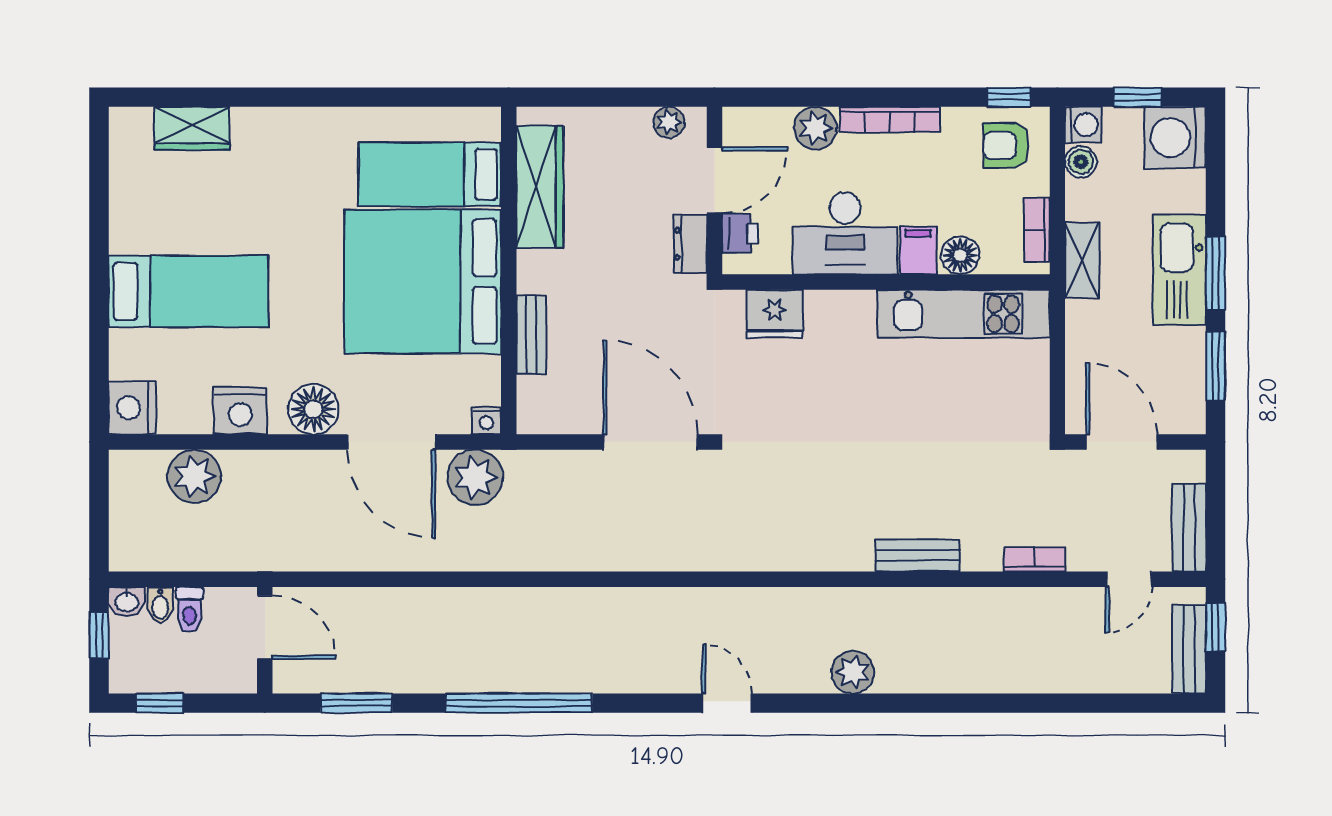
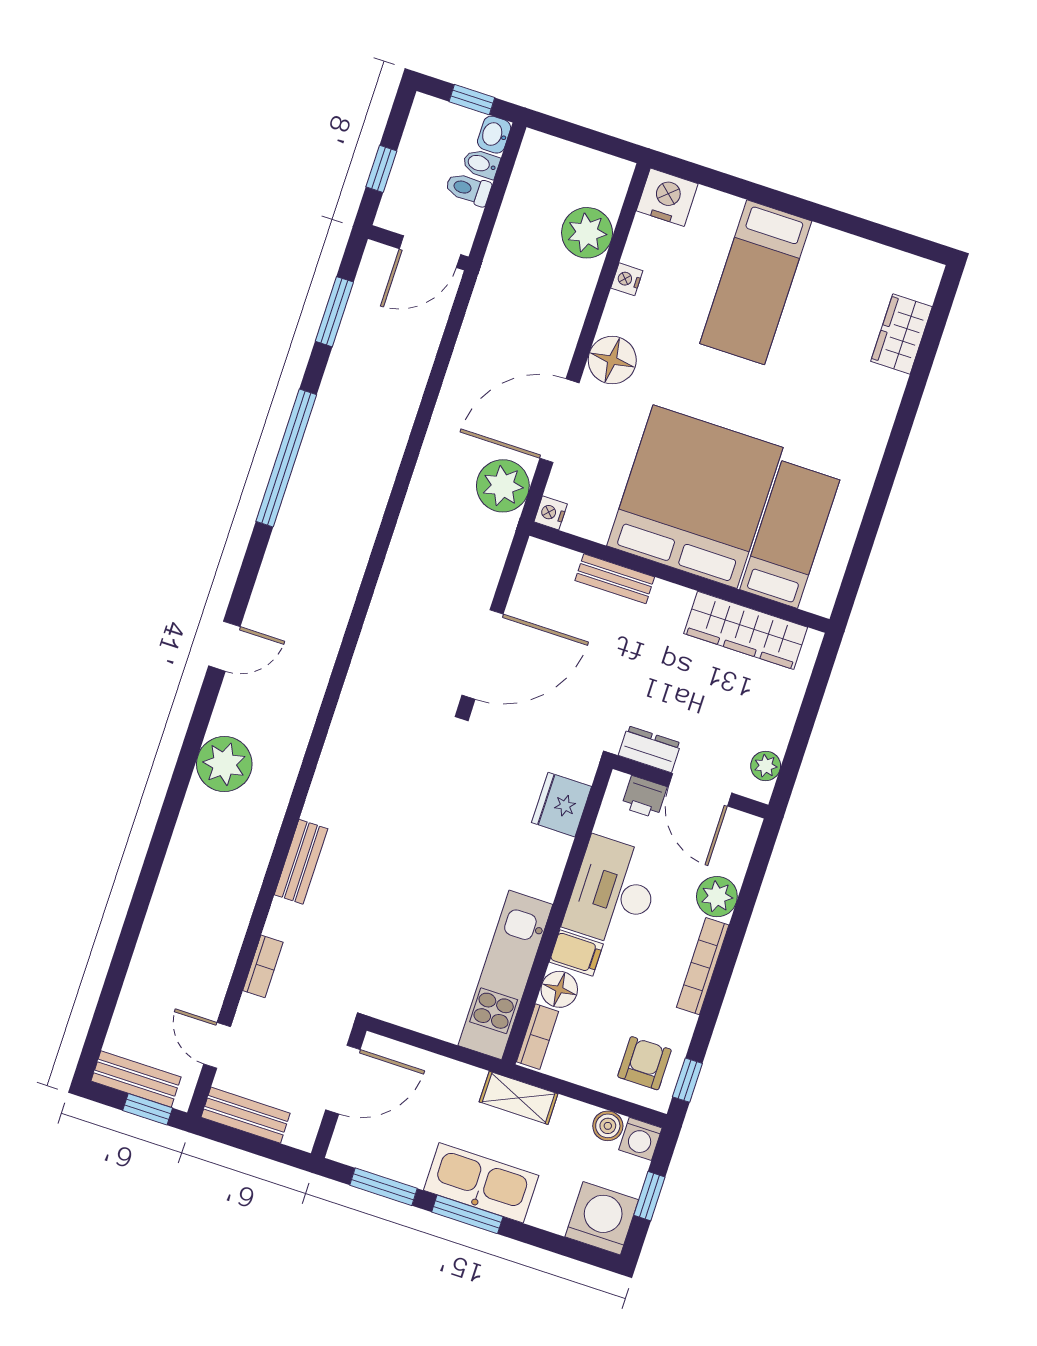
bookcase: (1037, 230) -> (538, 1037), moved, turned 90
nightstand: (240, 411) -> (627, 279), width x0.53, depth x0.56
plant: (853, 672) -> (224, 764), width x1.36, depth x1.36
window: (160, 703) -> (381, 169), moved

